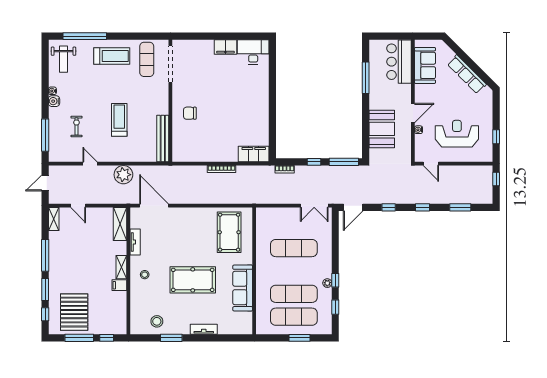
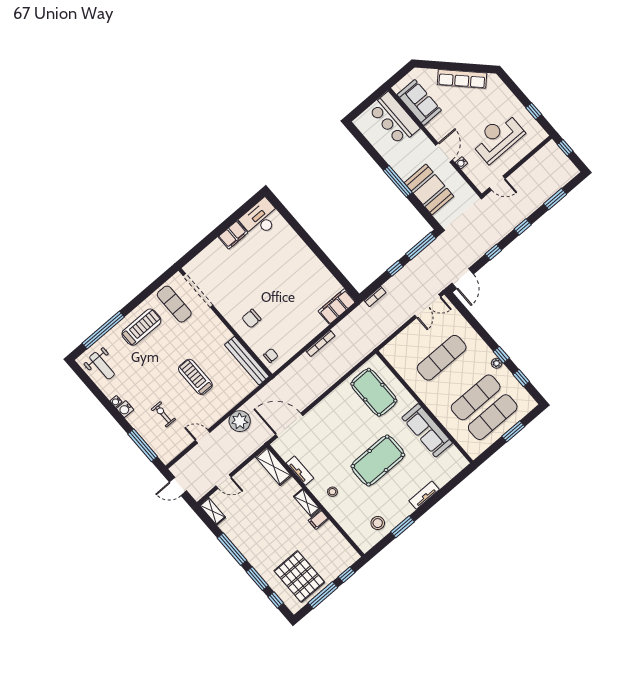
window: (366, 78) -> (398, 181), moved
chair: (182, 149) -> (271, 356), added
door: (45, 183) -> (178, 486), hinge flipped

